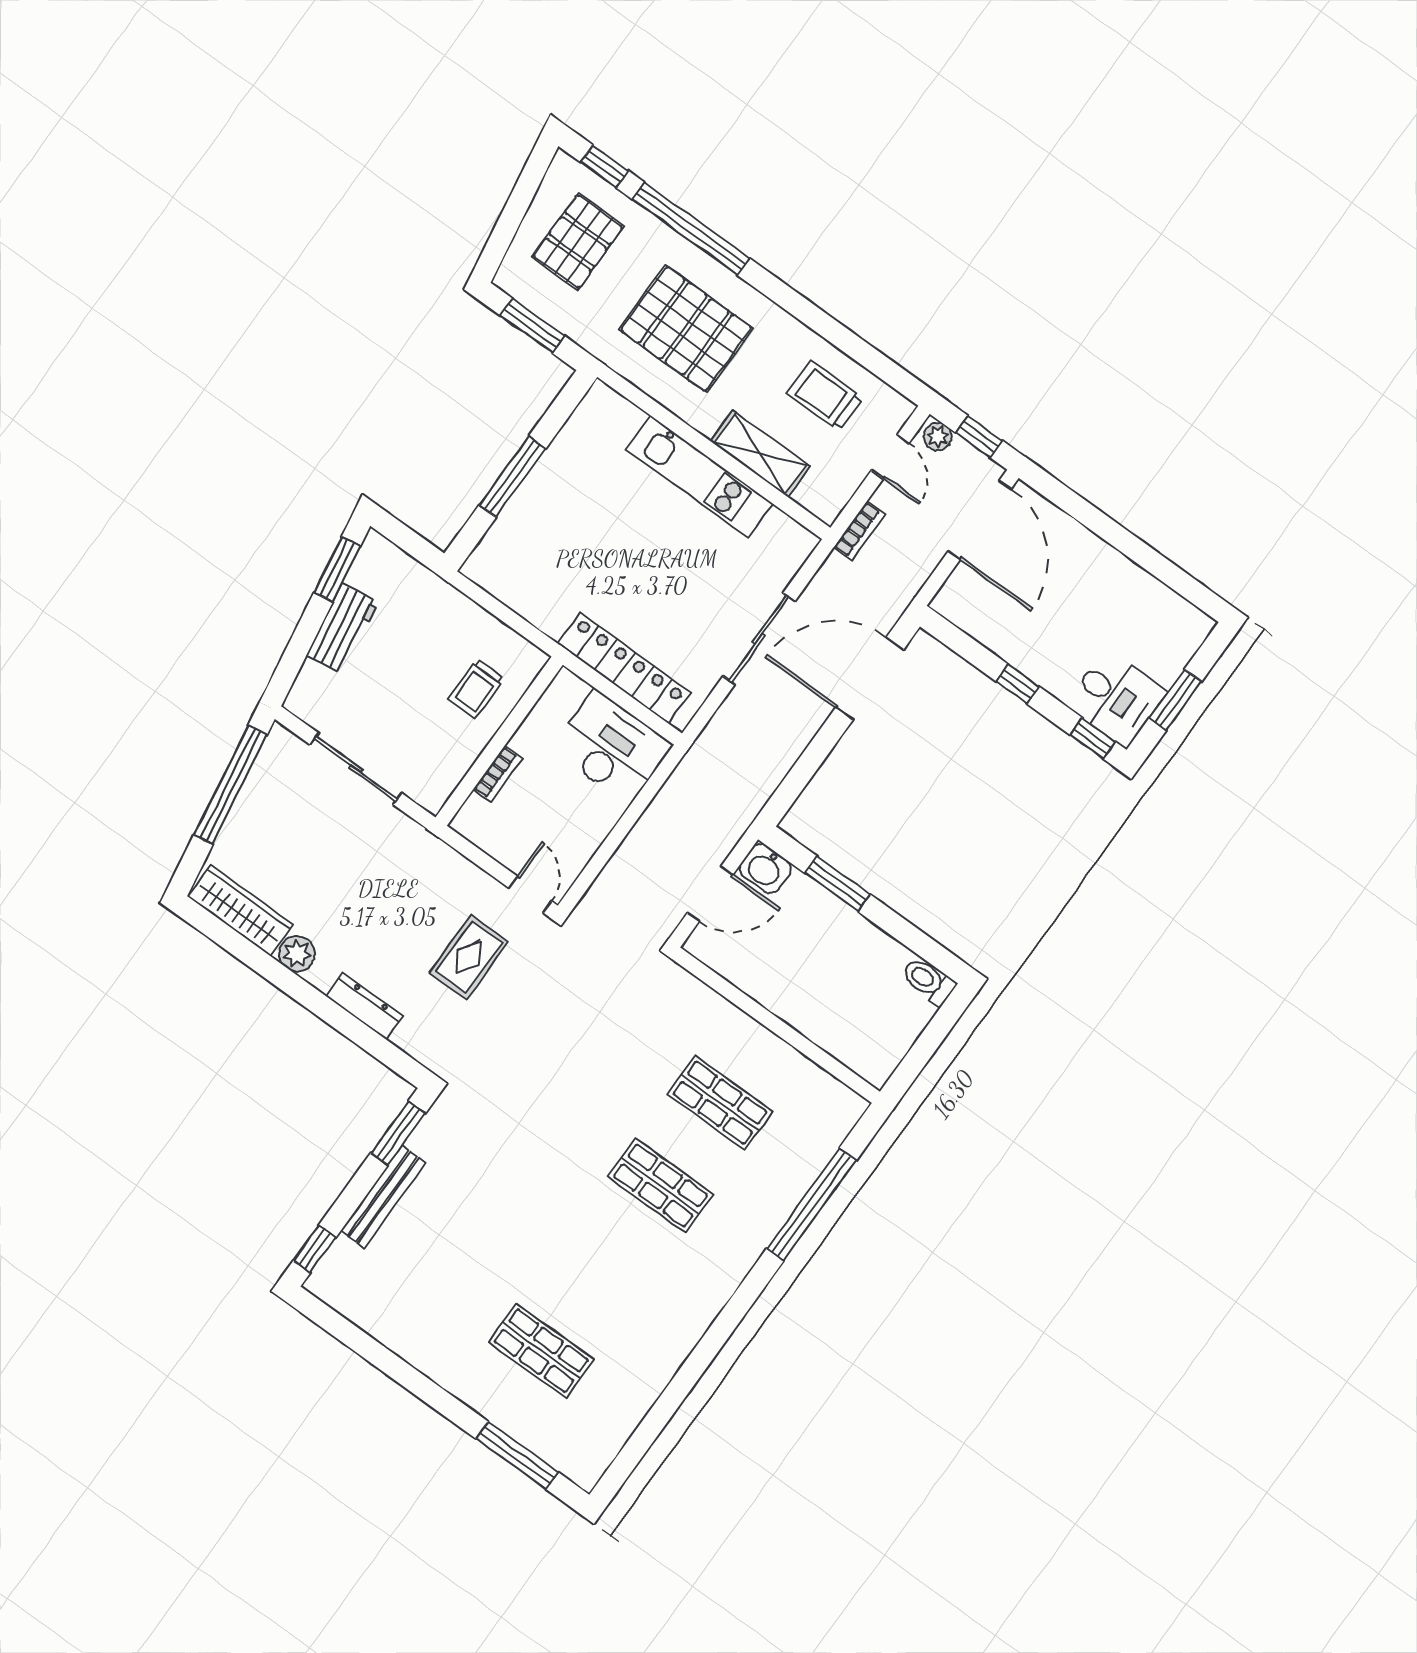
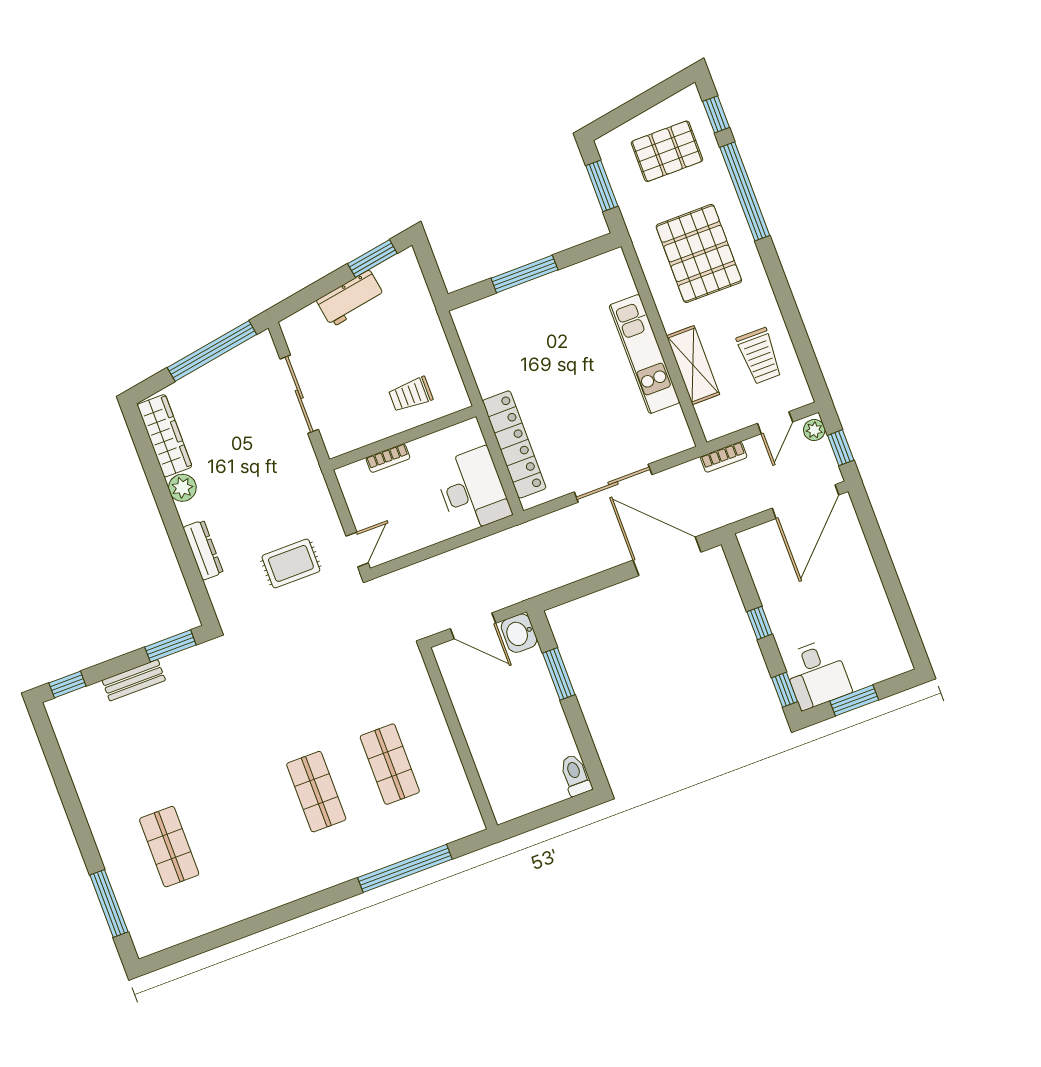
trolley: (825, 396) -> (759, 356), turned 180
bench: (383, 1197) -> (134, 680), width x0.73

